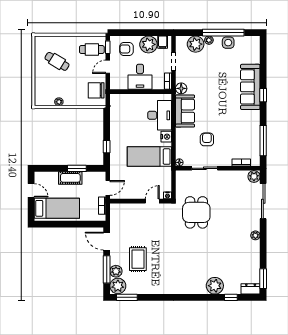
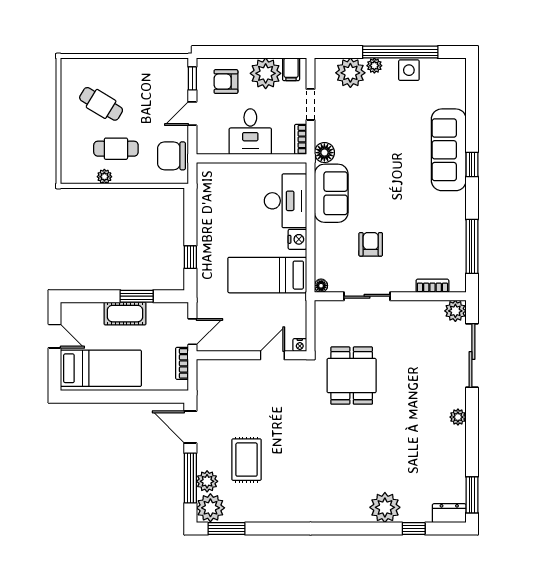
cafe table: (92, 49) -> (116, 149), moved

